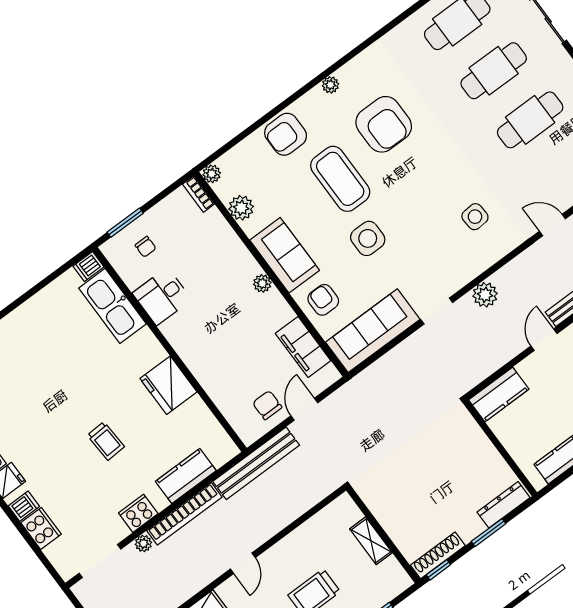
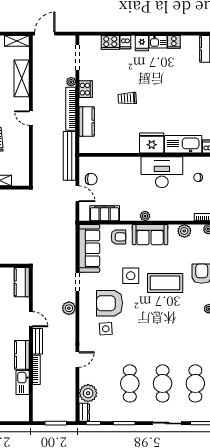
armchair: (384, 124) -> (110, 303), moved
desk: (162, 296) -> (162, 172), width x1.87, depth x1.30
fridge: (168, 385) -> (152, 143), moved

